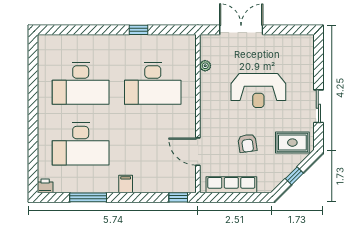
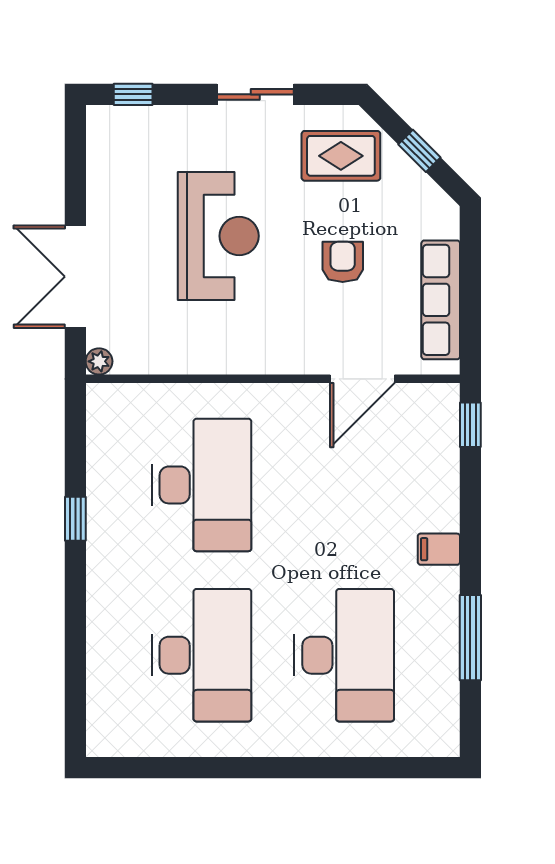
window: (318, 54) -> (133, 94), added
plant: (205, 66) -> (99, 361), moved
armchair: (247, 143) -> (343, 262), turned -82
rug: (292, 143) -> (341, 156), turned 90
printer: (45, 186) -> (443, 739), removed

